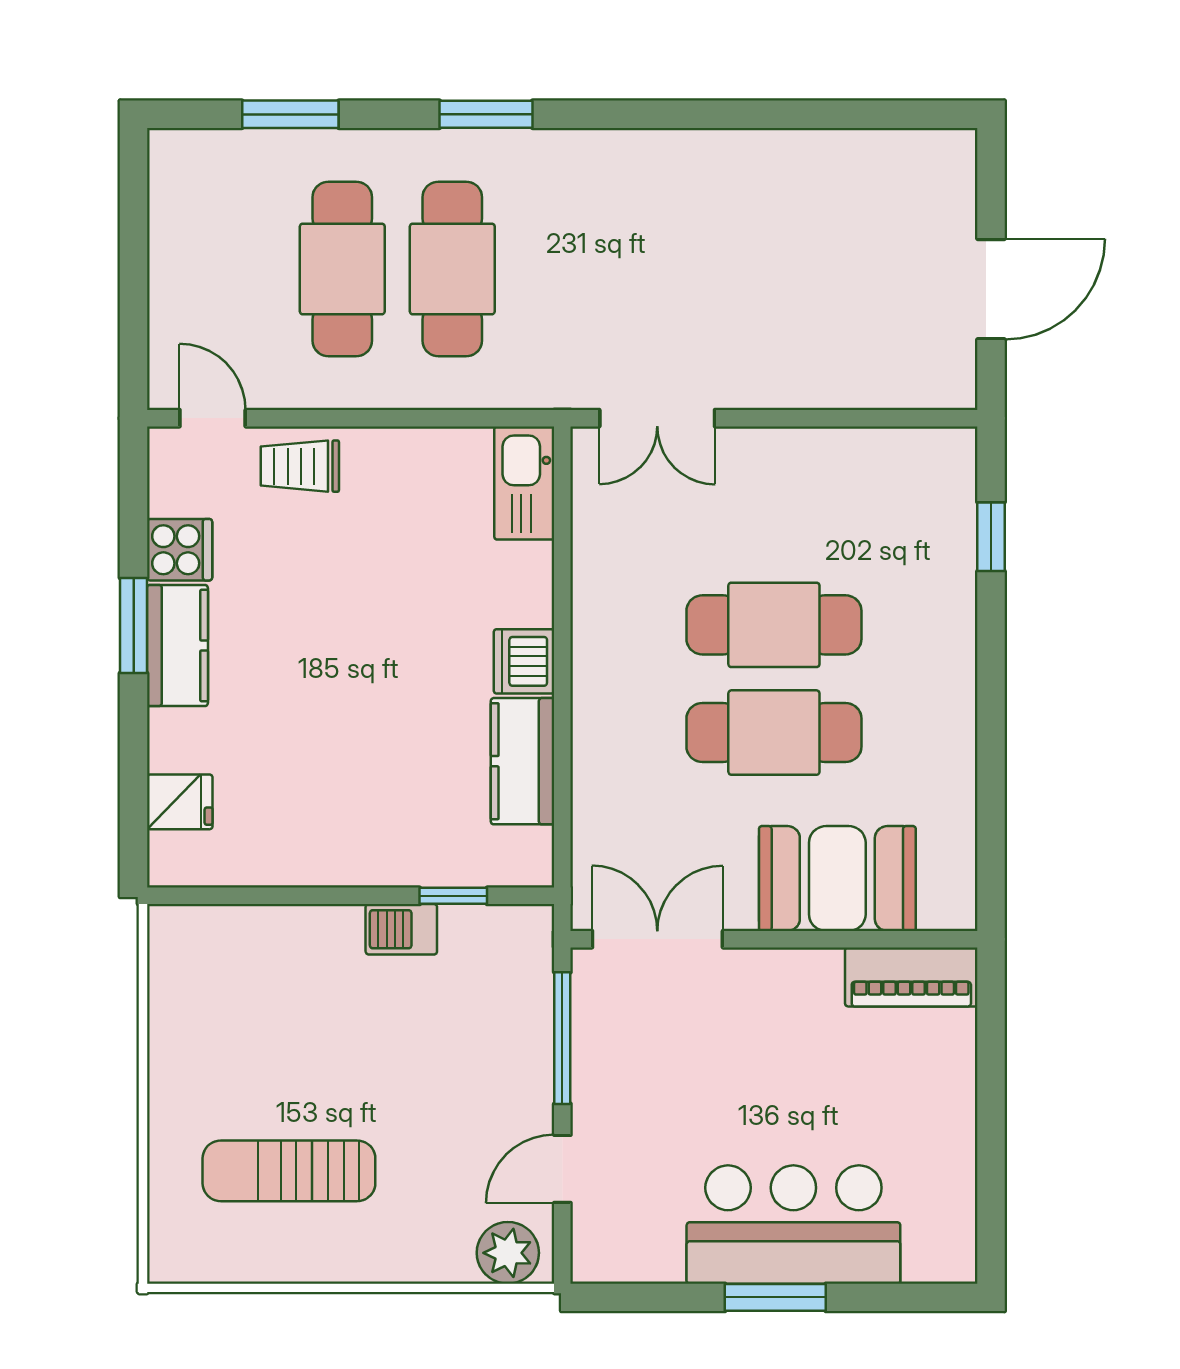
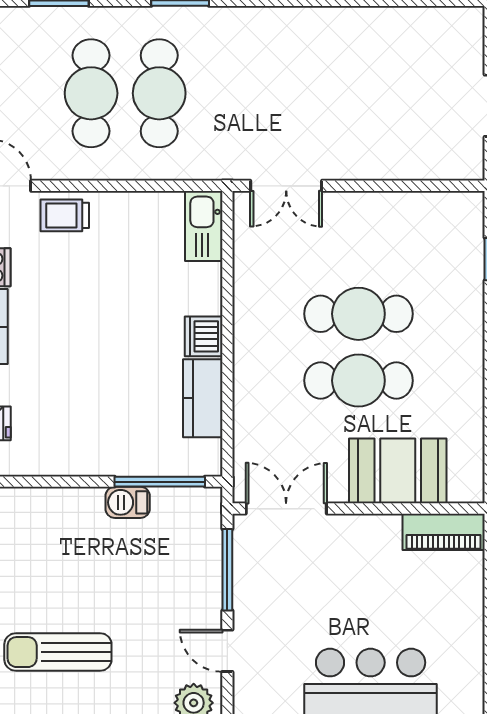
window: (453, 896) -> (160, 482), width x2.17
door: (562, 1169) -> (227, 651), hinge flipped

